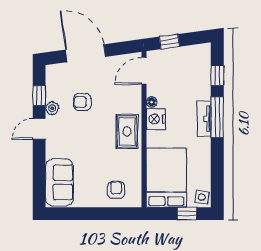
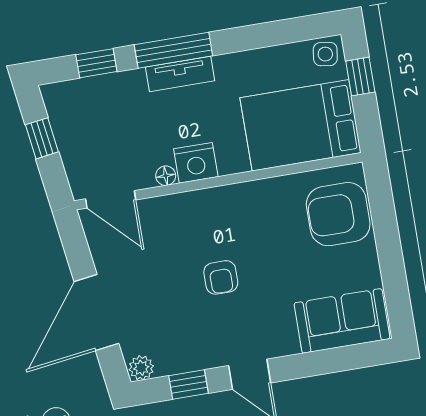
window: (169, 42) -> (42, 138), moved
armchair: (82, 102) -> (221, 277), moved
plant: (52, 108) -> (141, 368), moved
rug: (127, 131) -> (227, 212), removed
armchair: (116, 190) -> (338, 214), width x1.88, depth x1.88

